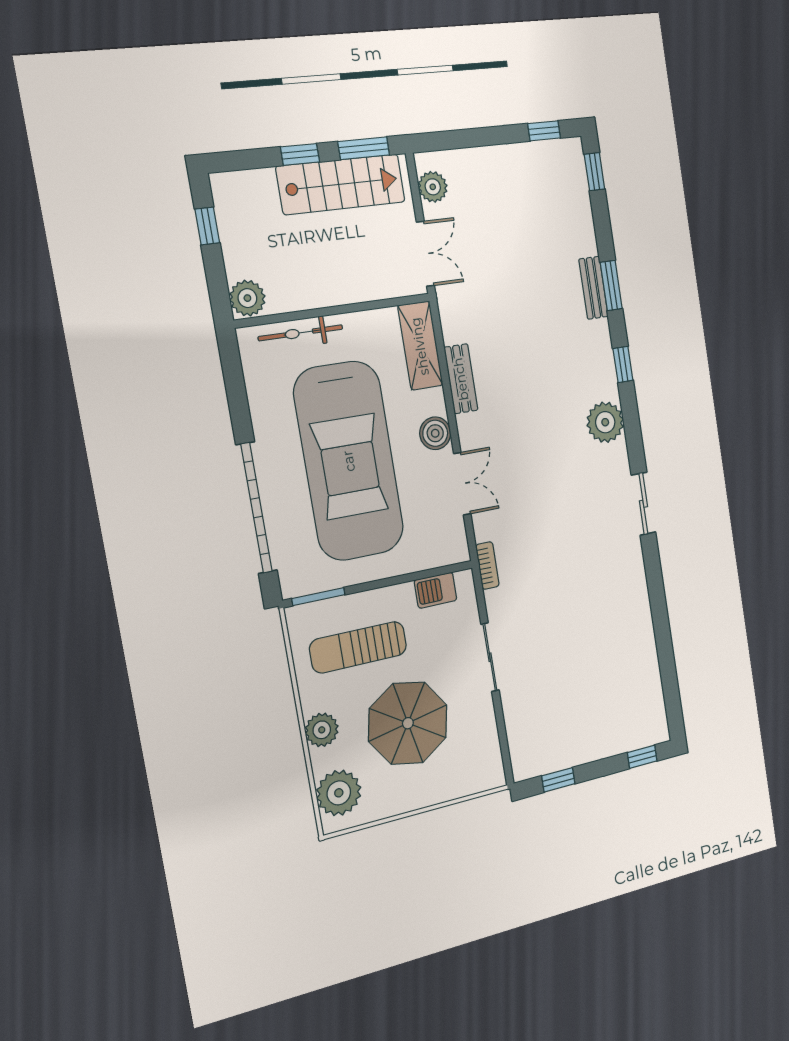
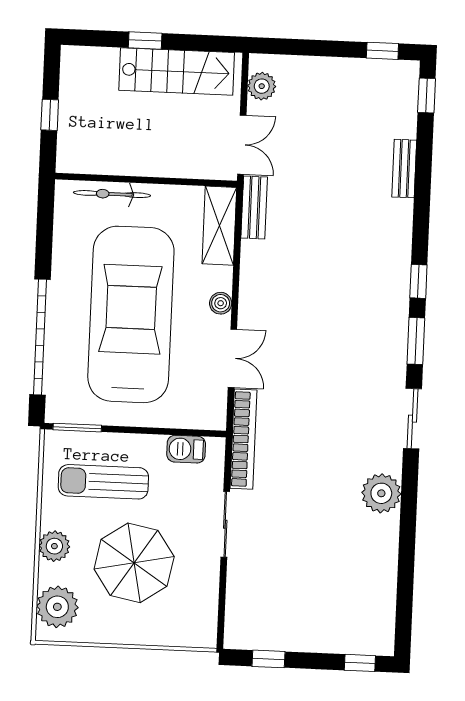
window: (364, 148) -> (204, 43), removed
window: (207, 226) -> (50, 115), moved
window: (611, 286) -> (416, 341), moved
bench: (593, 288) -> (404, 169), moved
plant: (247, 298) -> (72, 156), removed
bench: (461, 379) -> (254, 208), moved
plant: (605, 422) -> (381, 493), moved
boiler: (435, 433) -> (221, 303), width x0.73, depth x0.73
car: (349, 461) -> (131, 314), turned 180
bookcase: (487, 566) -> (243, 439), width x2.31, depth x1.31

